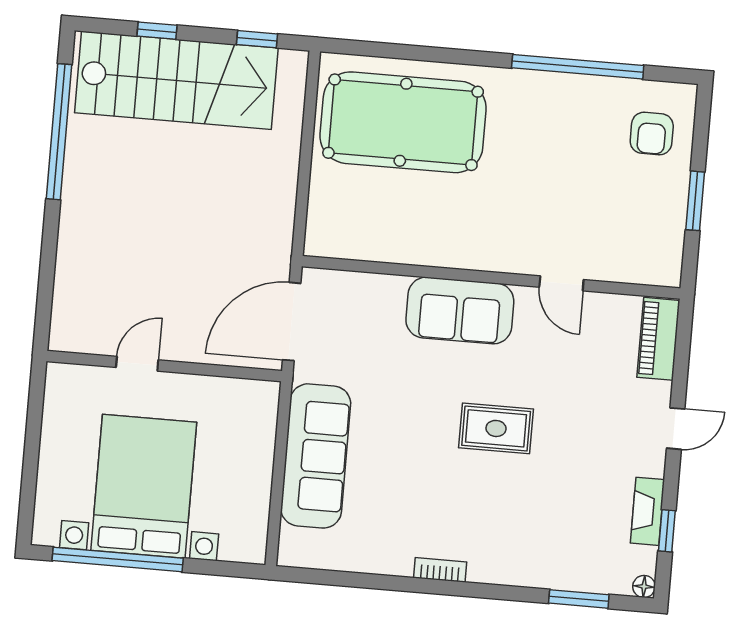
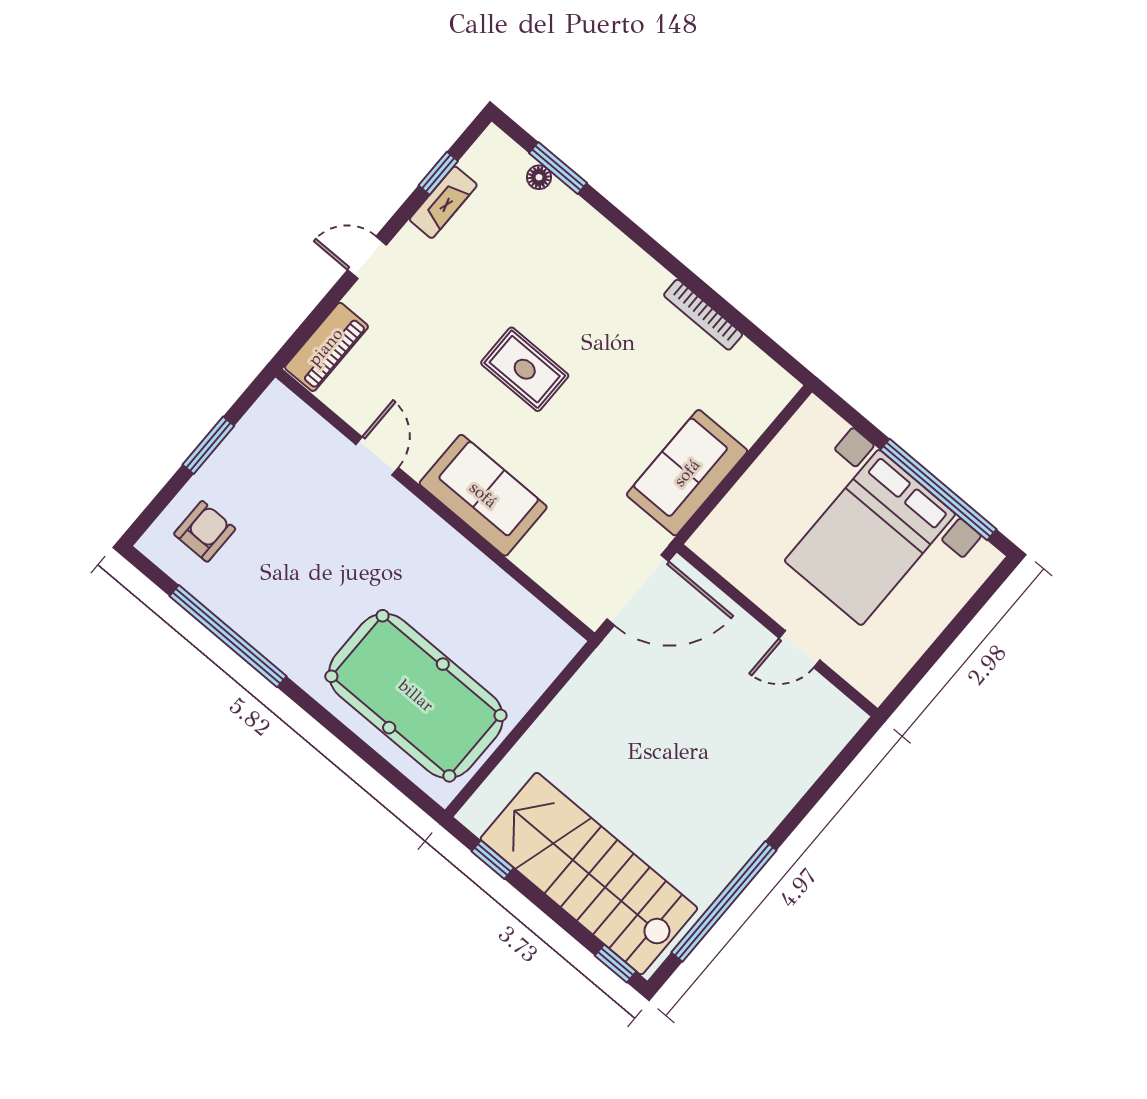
window: (157, 31) -> (616, 964), moved
sofa: (316, 456) -> (687, 473), width x0.73
bookcase: (440, 570) -> (703, 315), moved, width x1.56
floor lamp: (644, 586) -> (539, 177), moved

